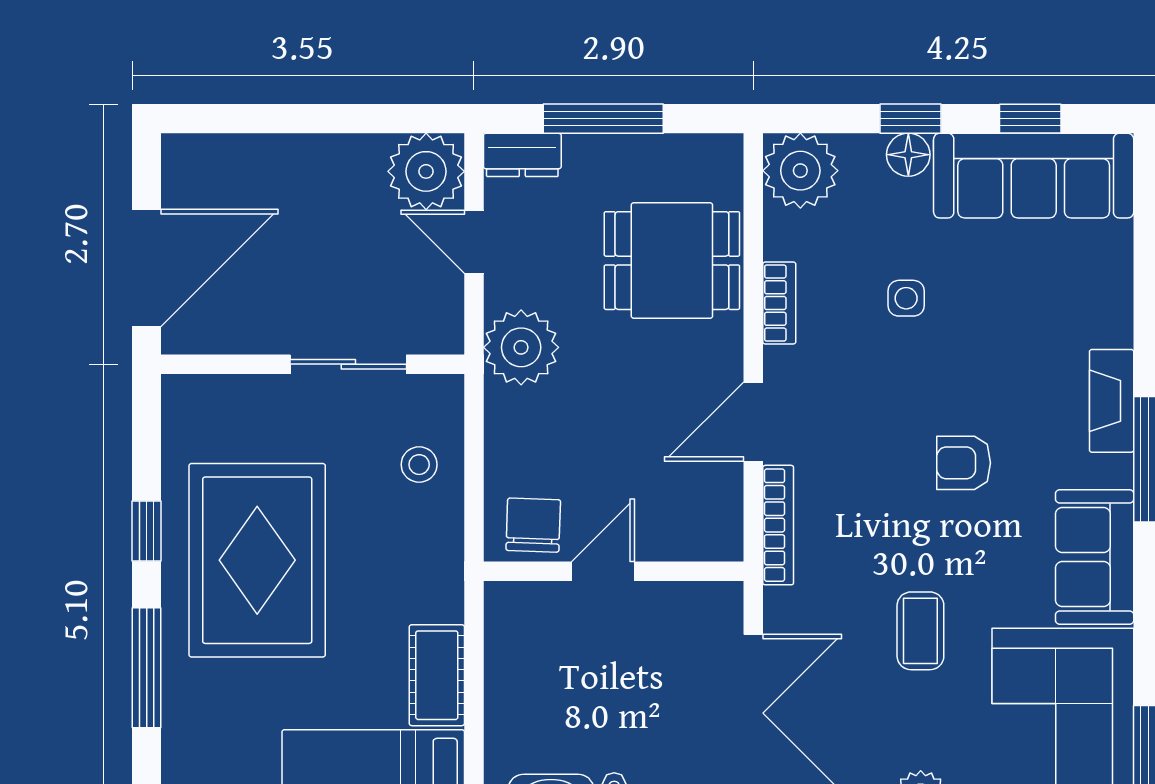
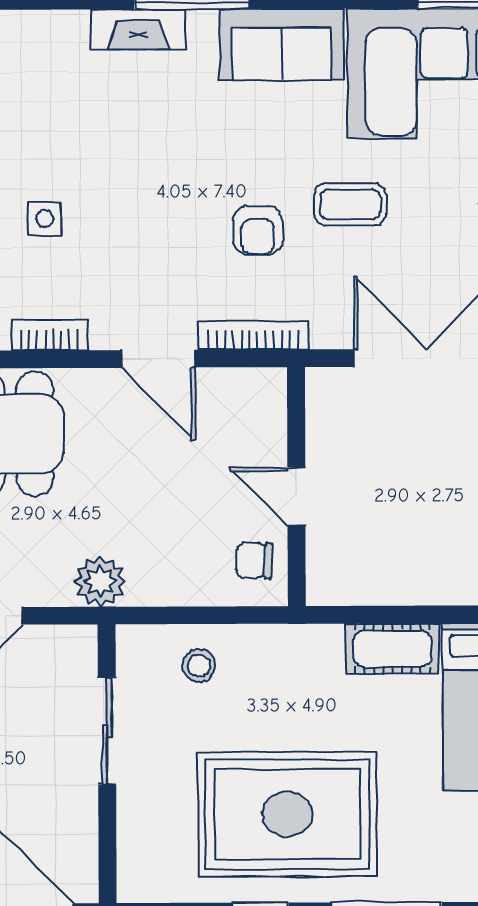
plant: (521, 347) -> (100, 581), width x0.73, depth x0.73
armchair: (964, 463) -> (258, 230), moved
chair: (533, 525) -> (254, 561), width x0.73, depth x0.73

